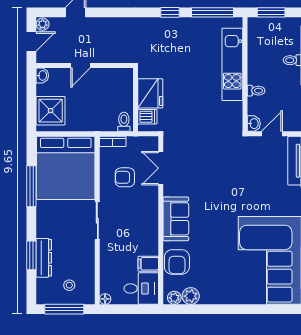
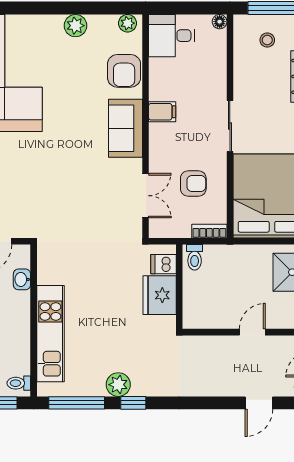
plant: (181, 26) -> (118, 385), added
toilet: (256, 91) -> (19, 383), moved
washbasin: (254, 124) -> (22, 279), moved
armchair: (177, 262) -> (124, 71), turned 180
filing cabinet: (148, 264) -> (162, 112), moved
plant: (191, 296) -> (75, 26), moved

